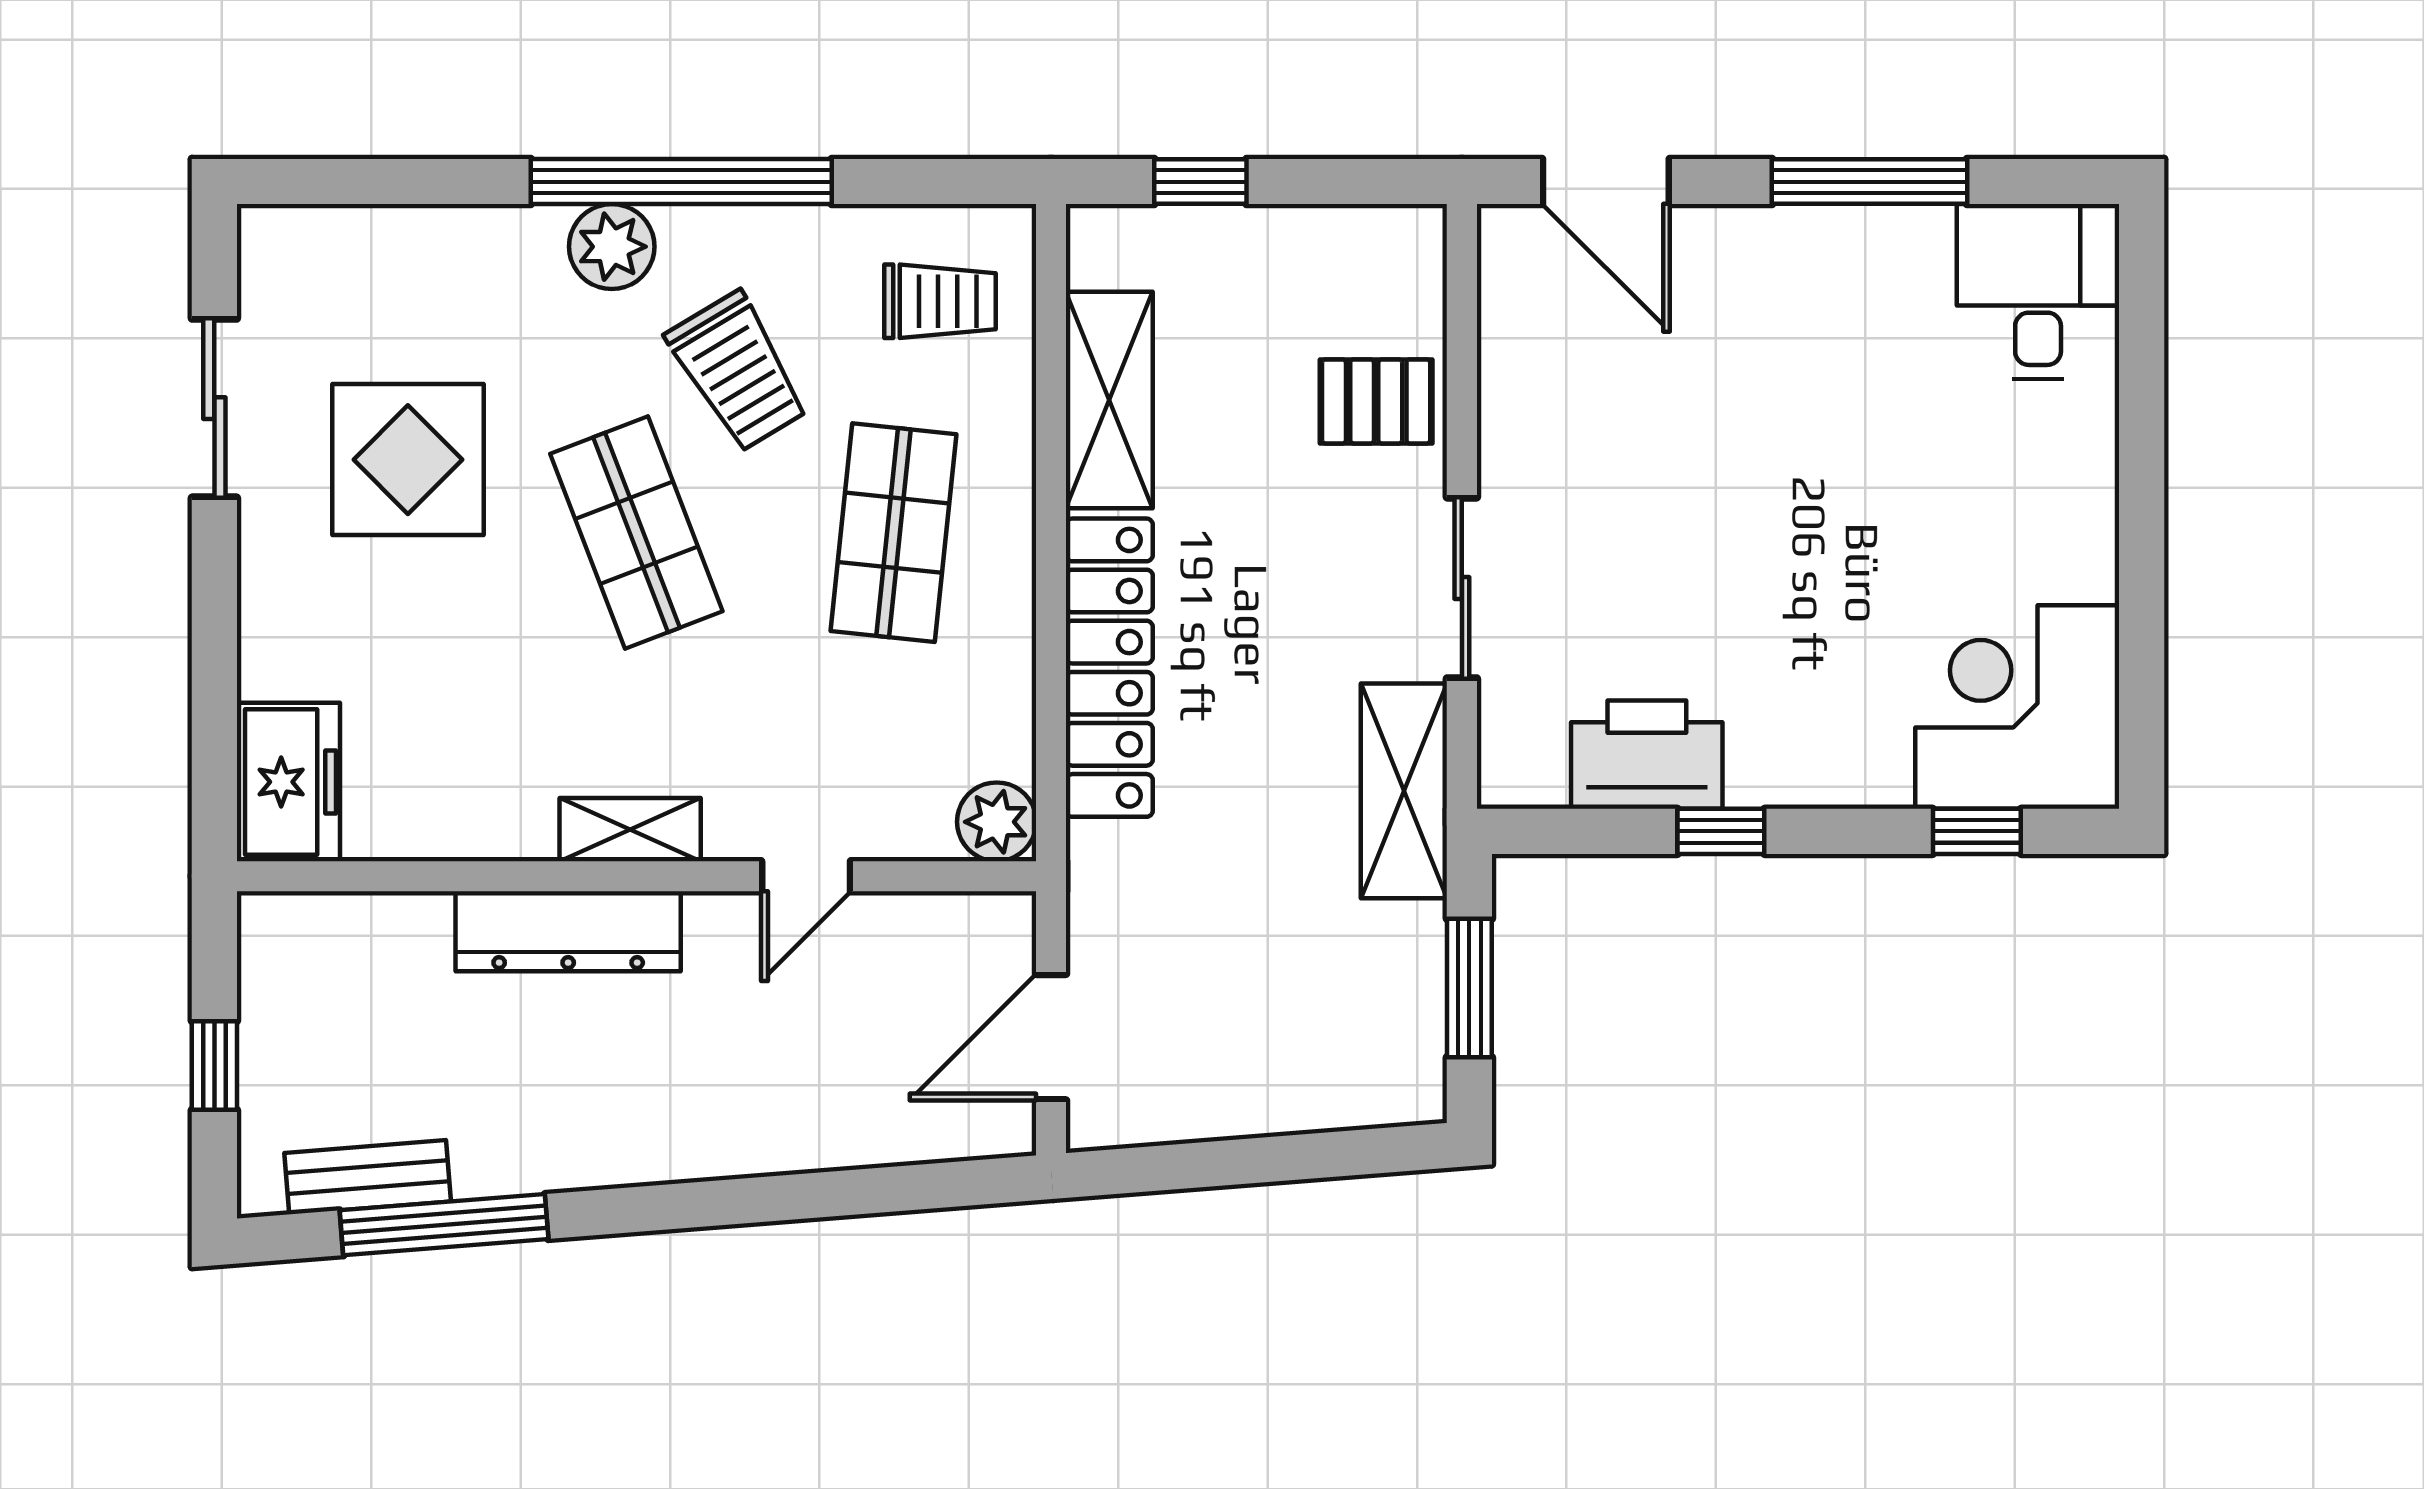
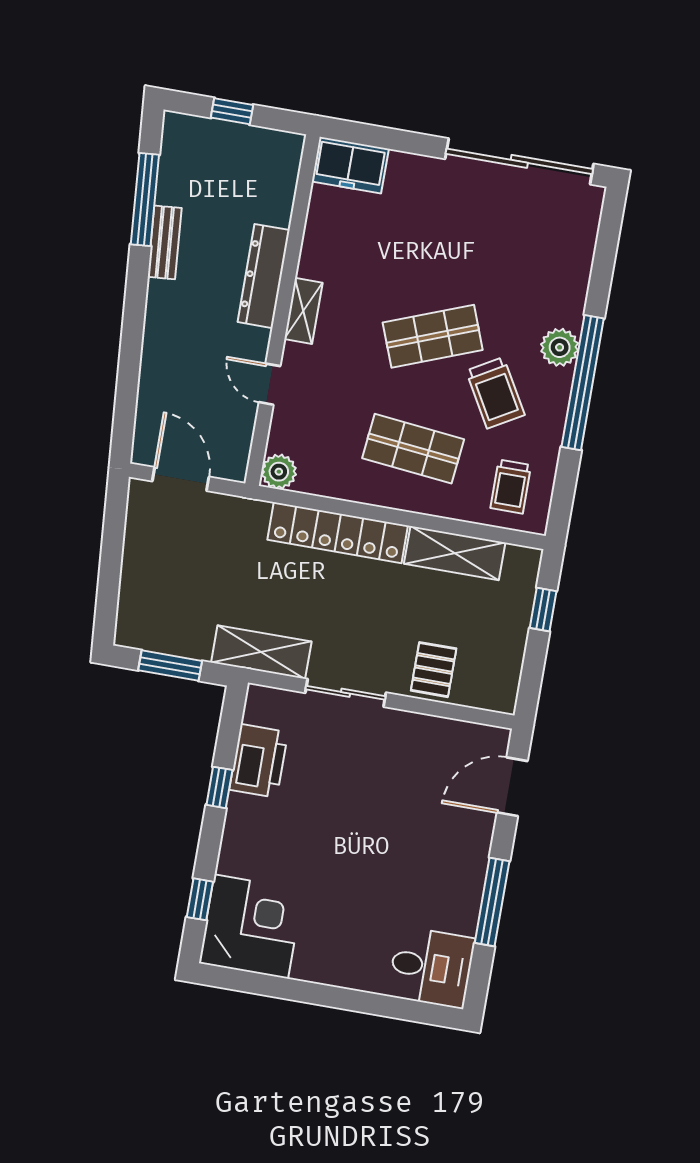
trolley: (738, 372) -> (495, 393), turned -89
sliding door: (214, 408) -> (519, 161), width x1.86
display table: (408, 460) -> (482, 242), removed
bench: (368, 1177) -> (165, 242), moved

